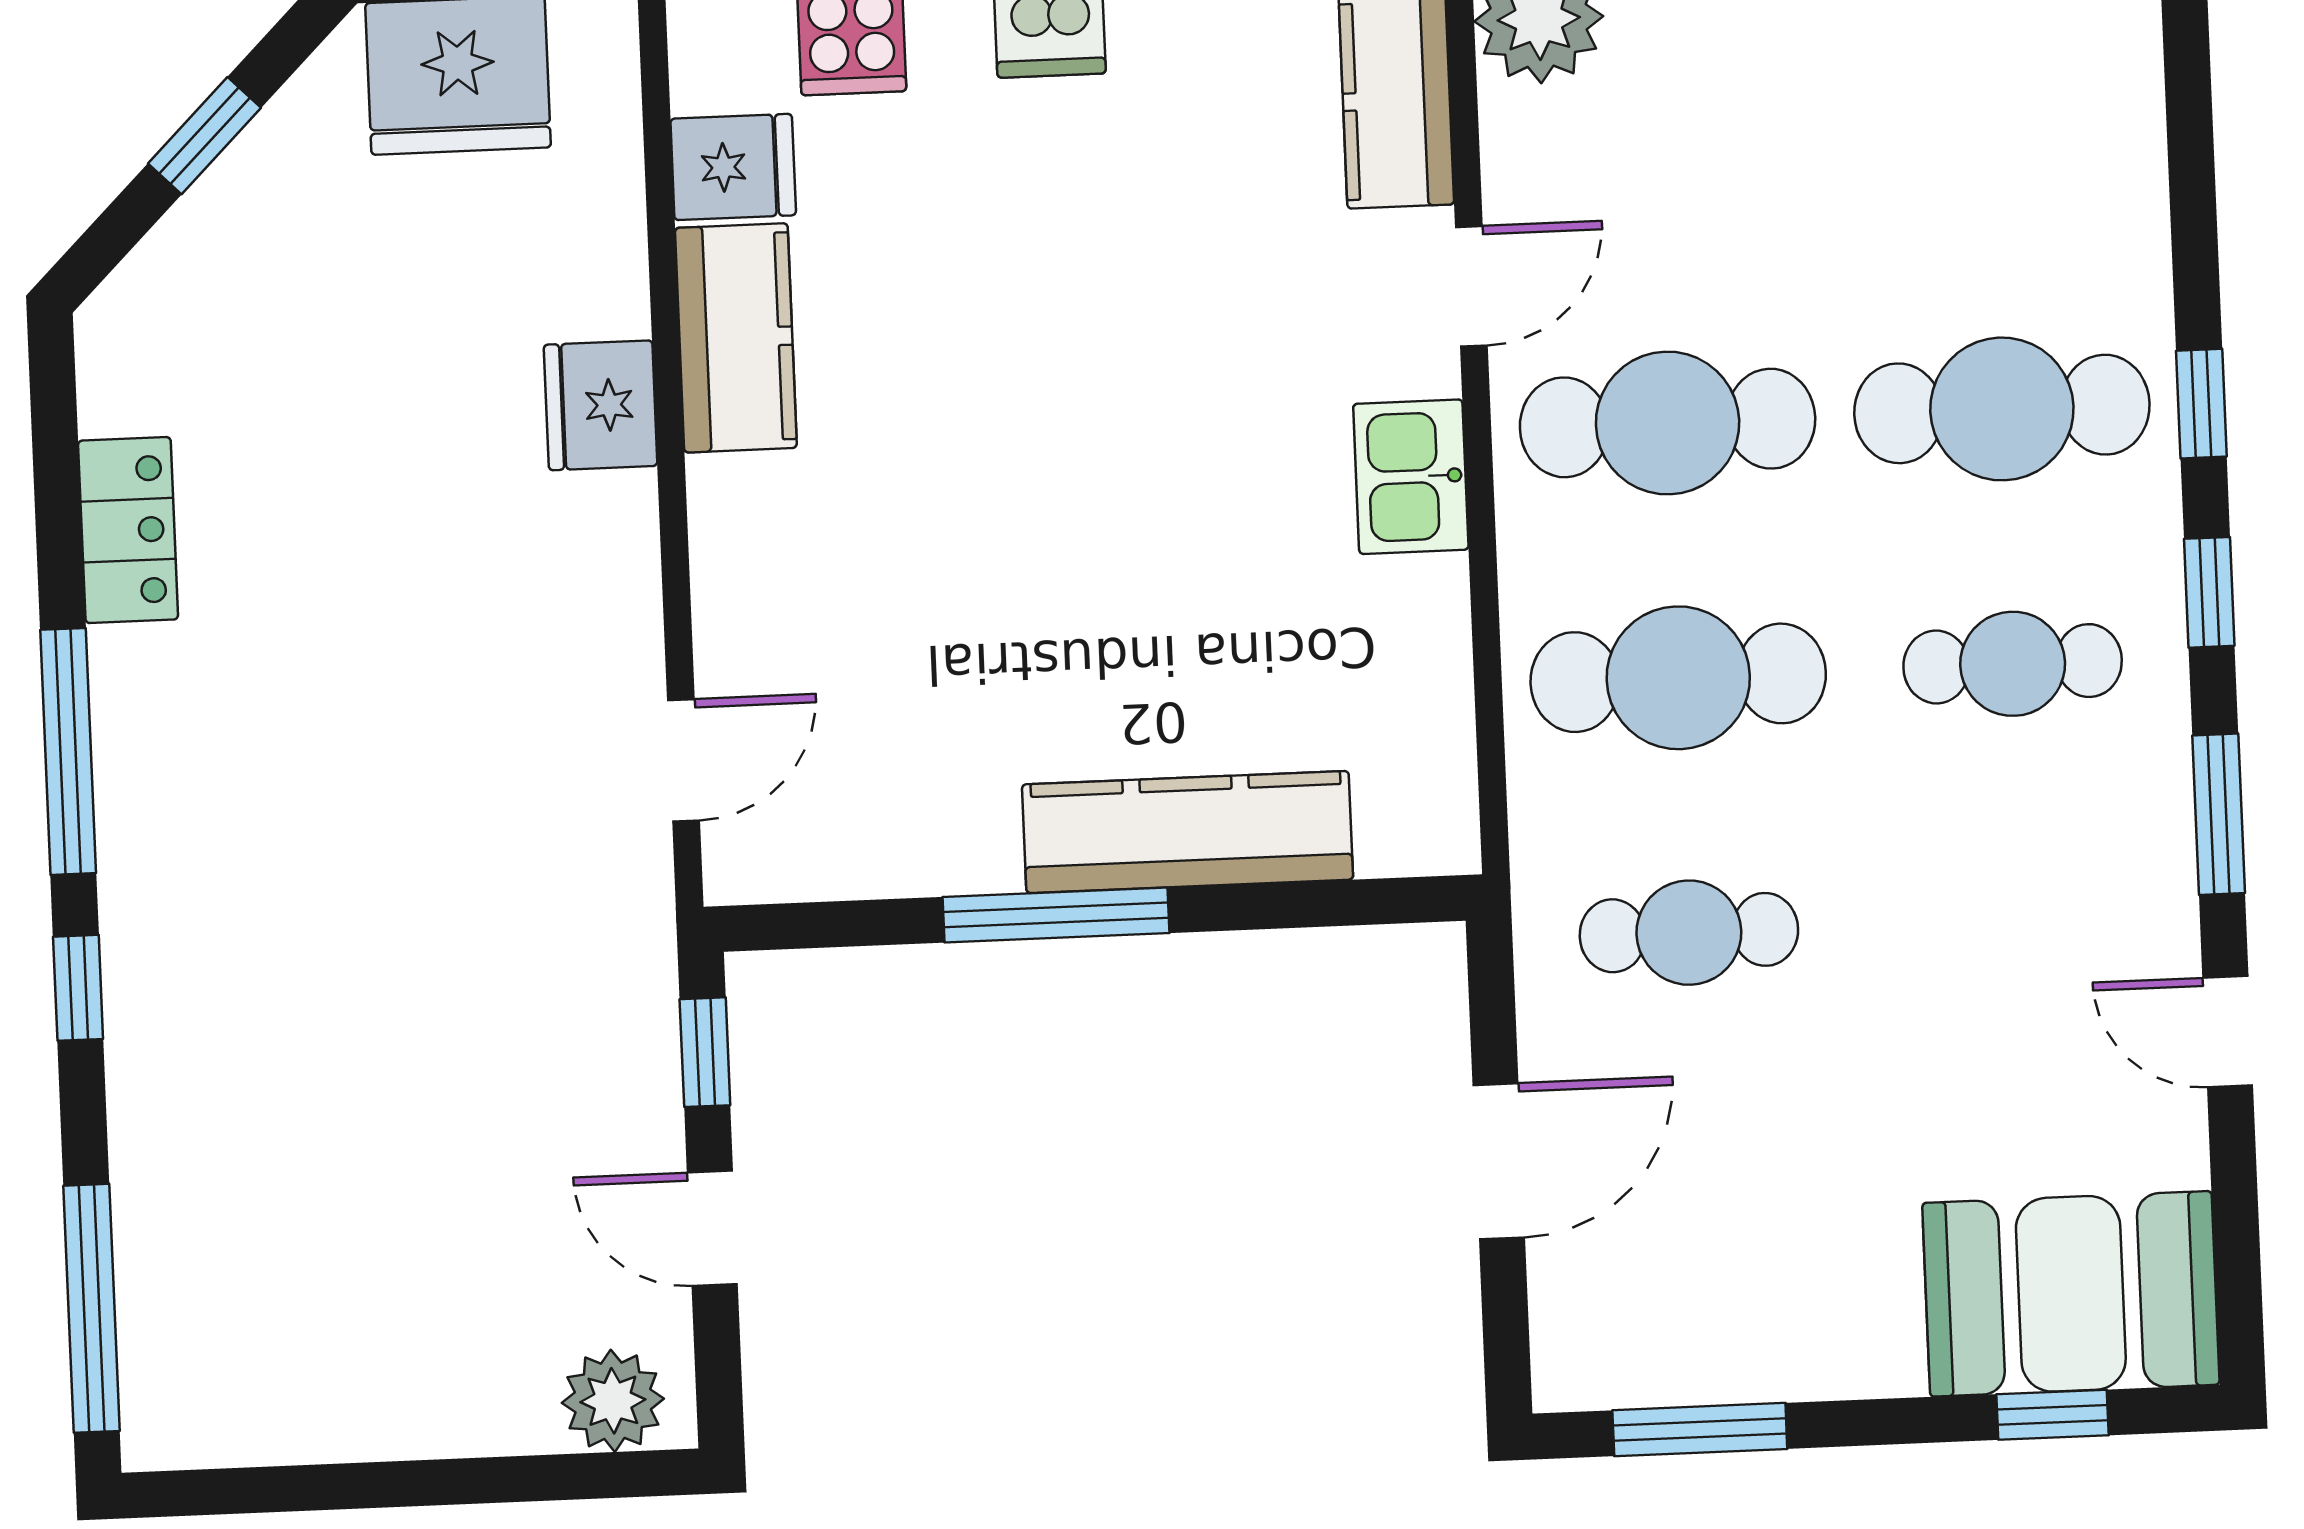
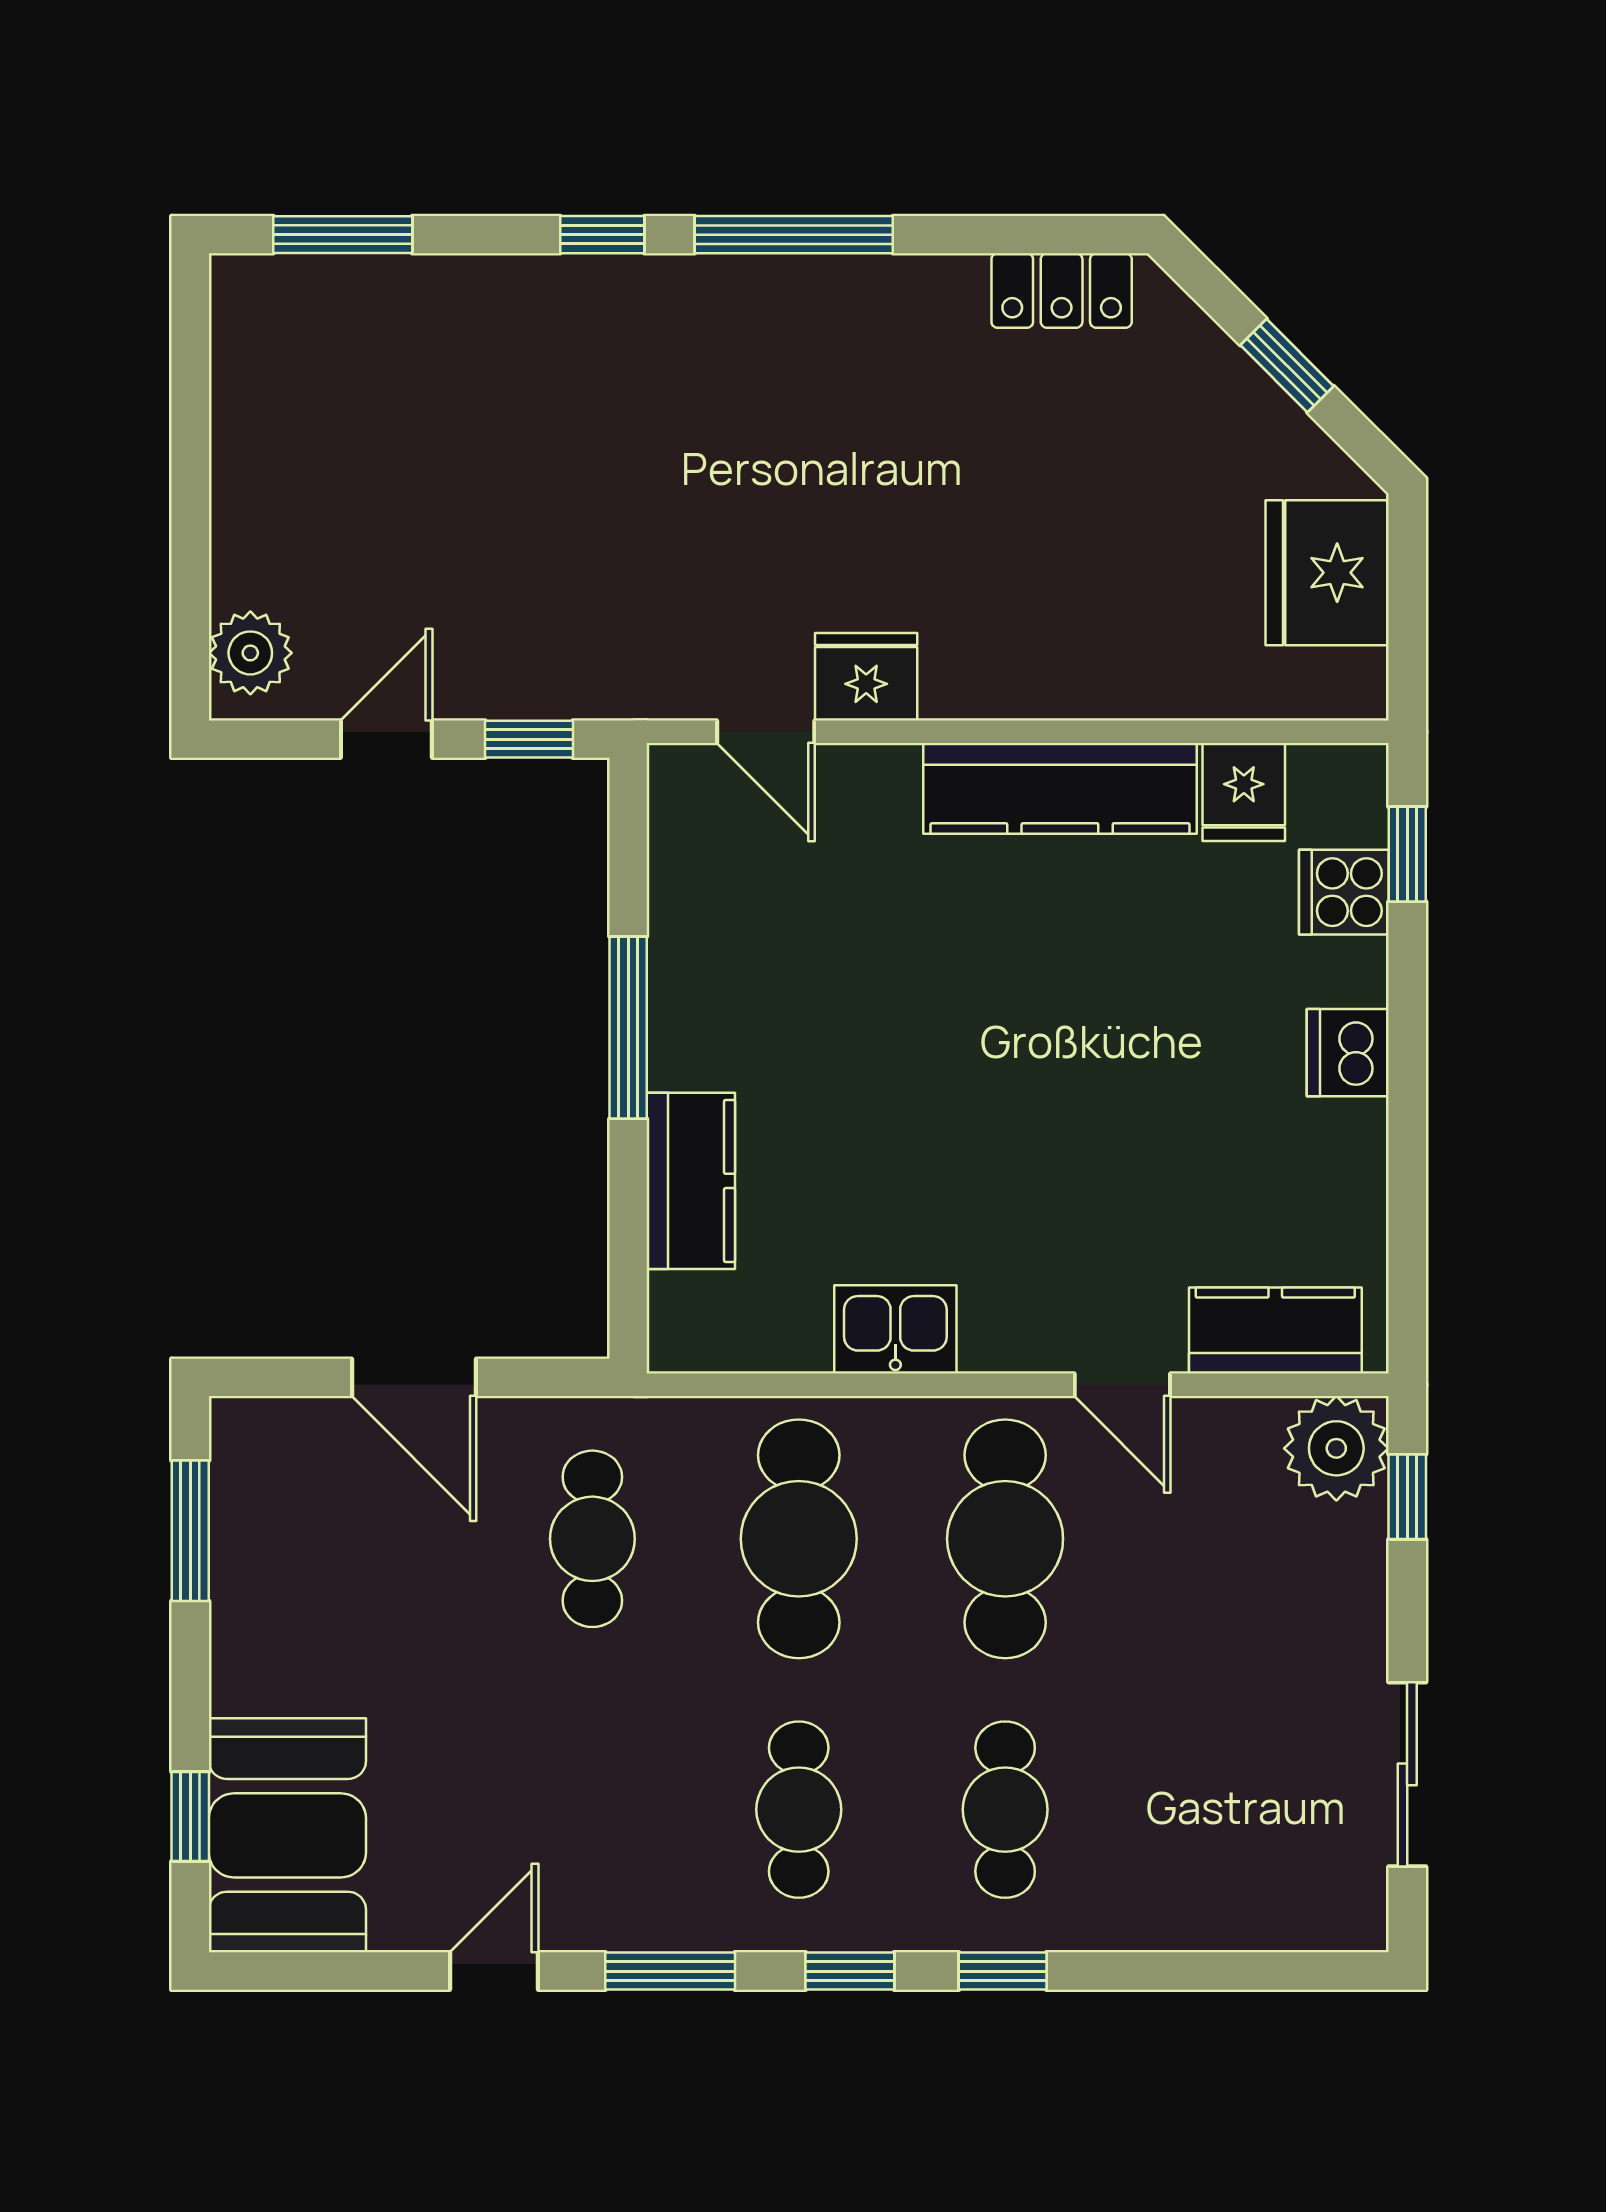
kitchen counter: (736, 338) -> (1060, 788), width x1.50
fridge: (601, 405) -> (866, 677), moved
cafe table: (2002, 409) -> (1005, 1810), width x0.73, depth x0.74
kitchen sink: (1411, 477) -> (895, 1329), moved
locker: (128, 530) -> (1062, 291), moved
kitchen counter: (1188, 832) -> (691, 1181), width x0.67
window: (91, 1308) -> (343, 235), width x0.69

